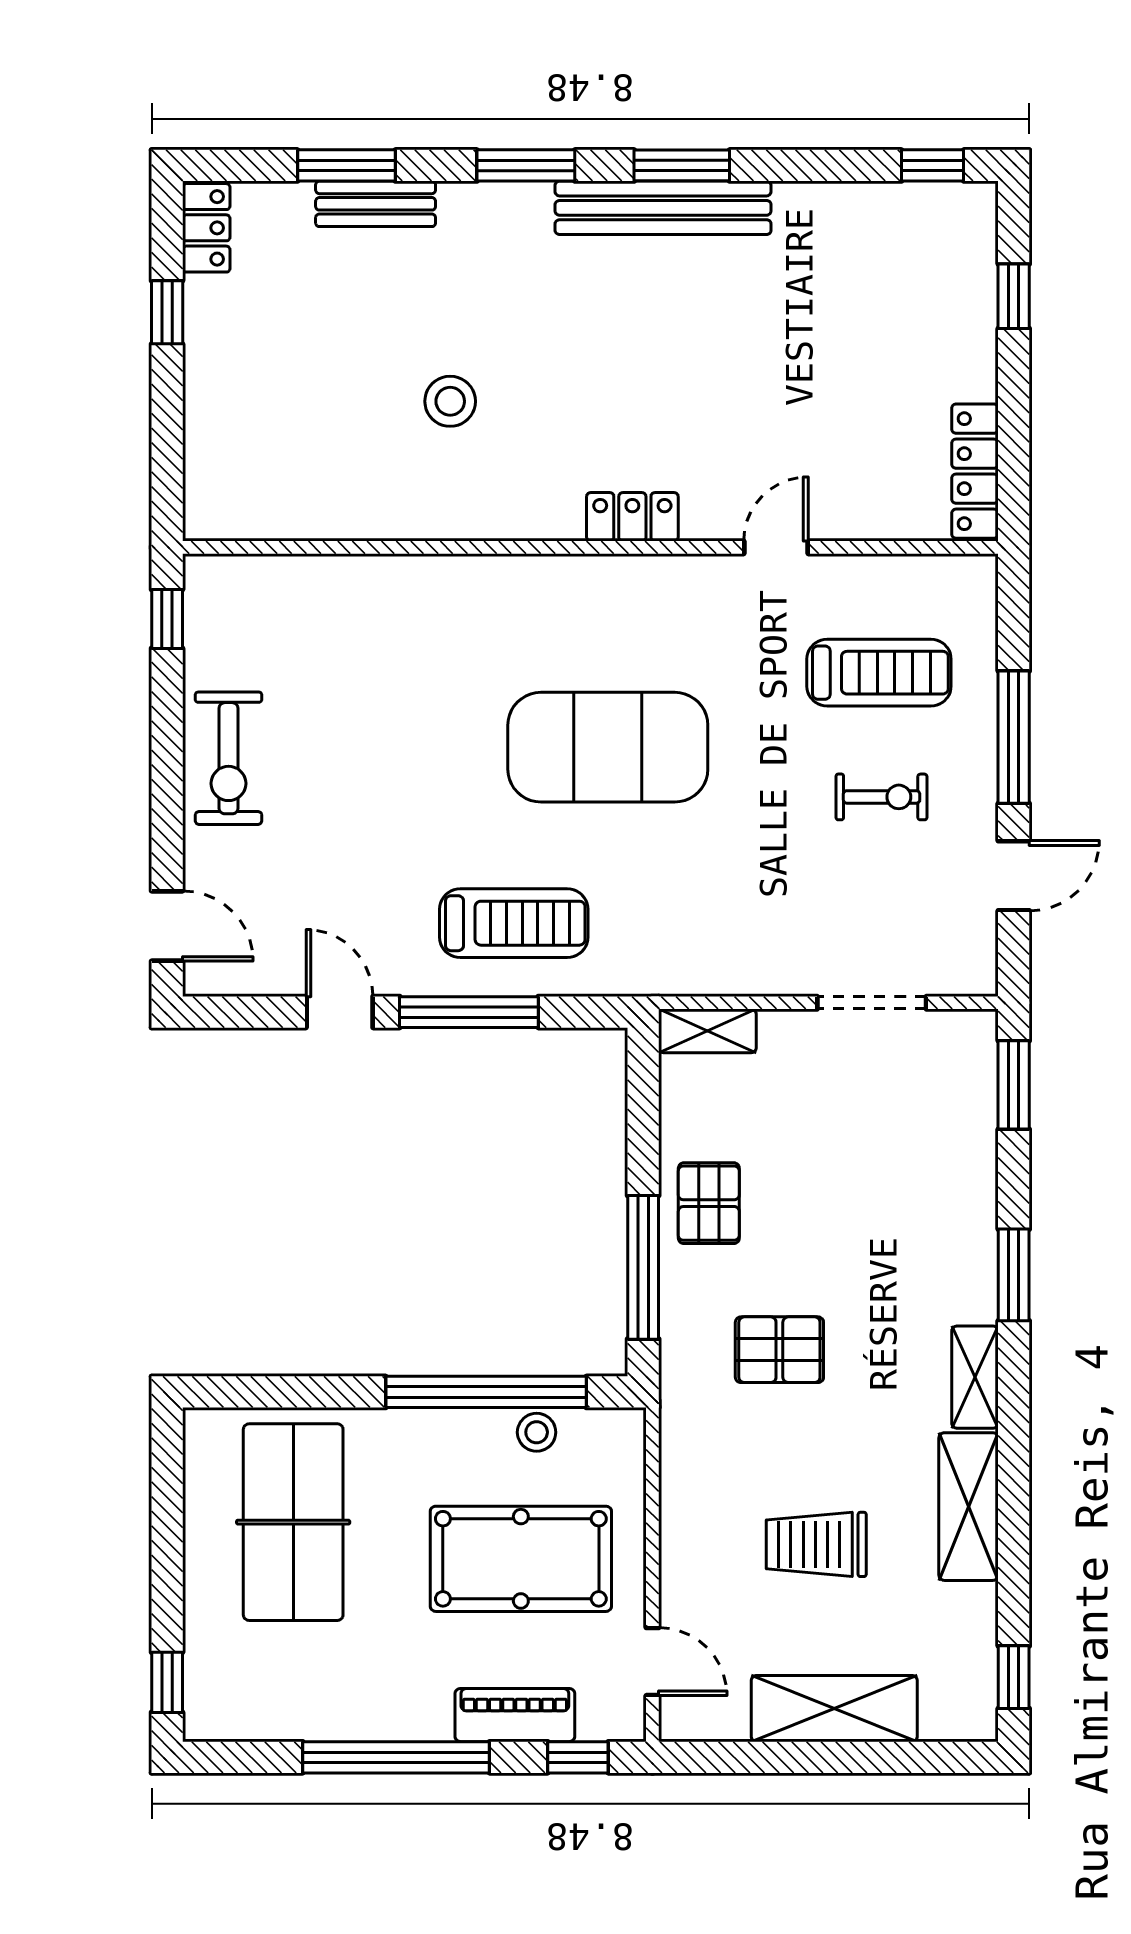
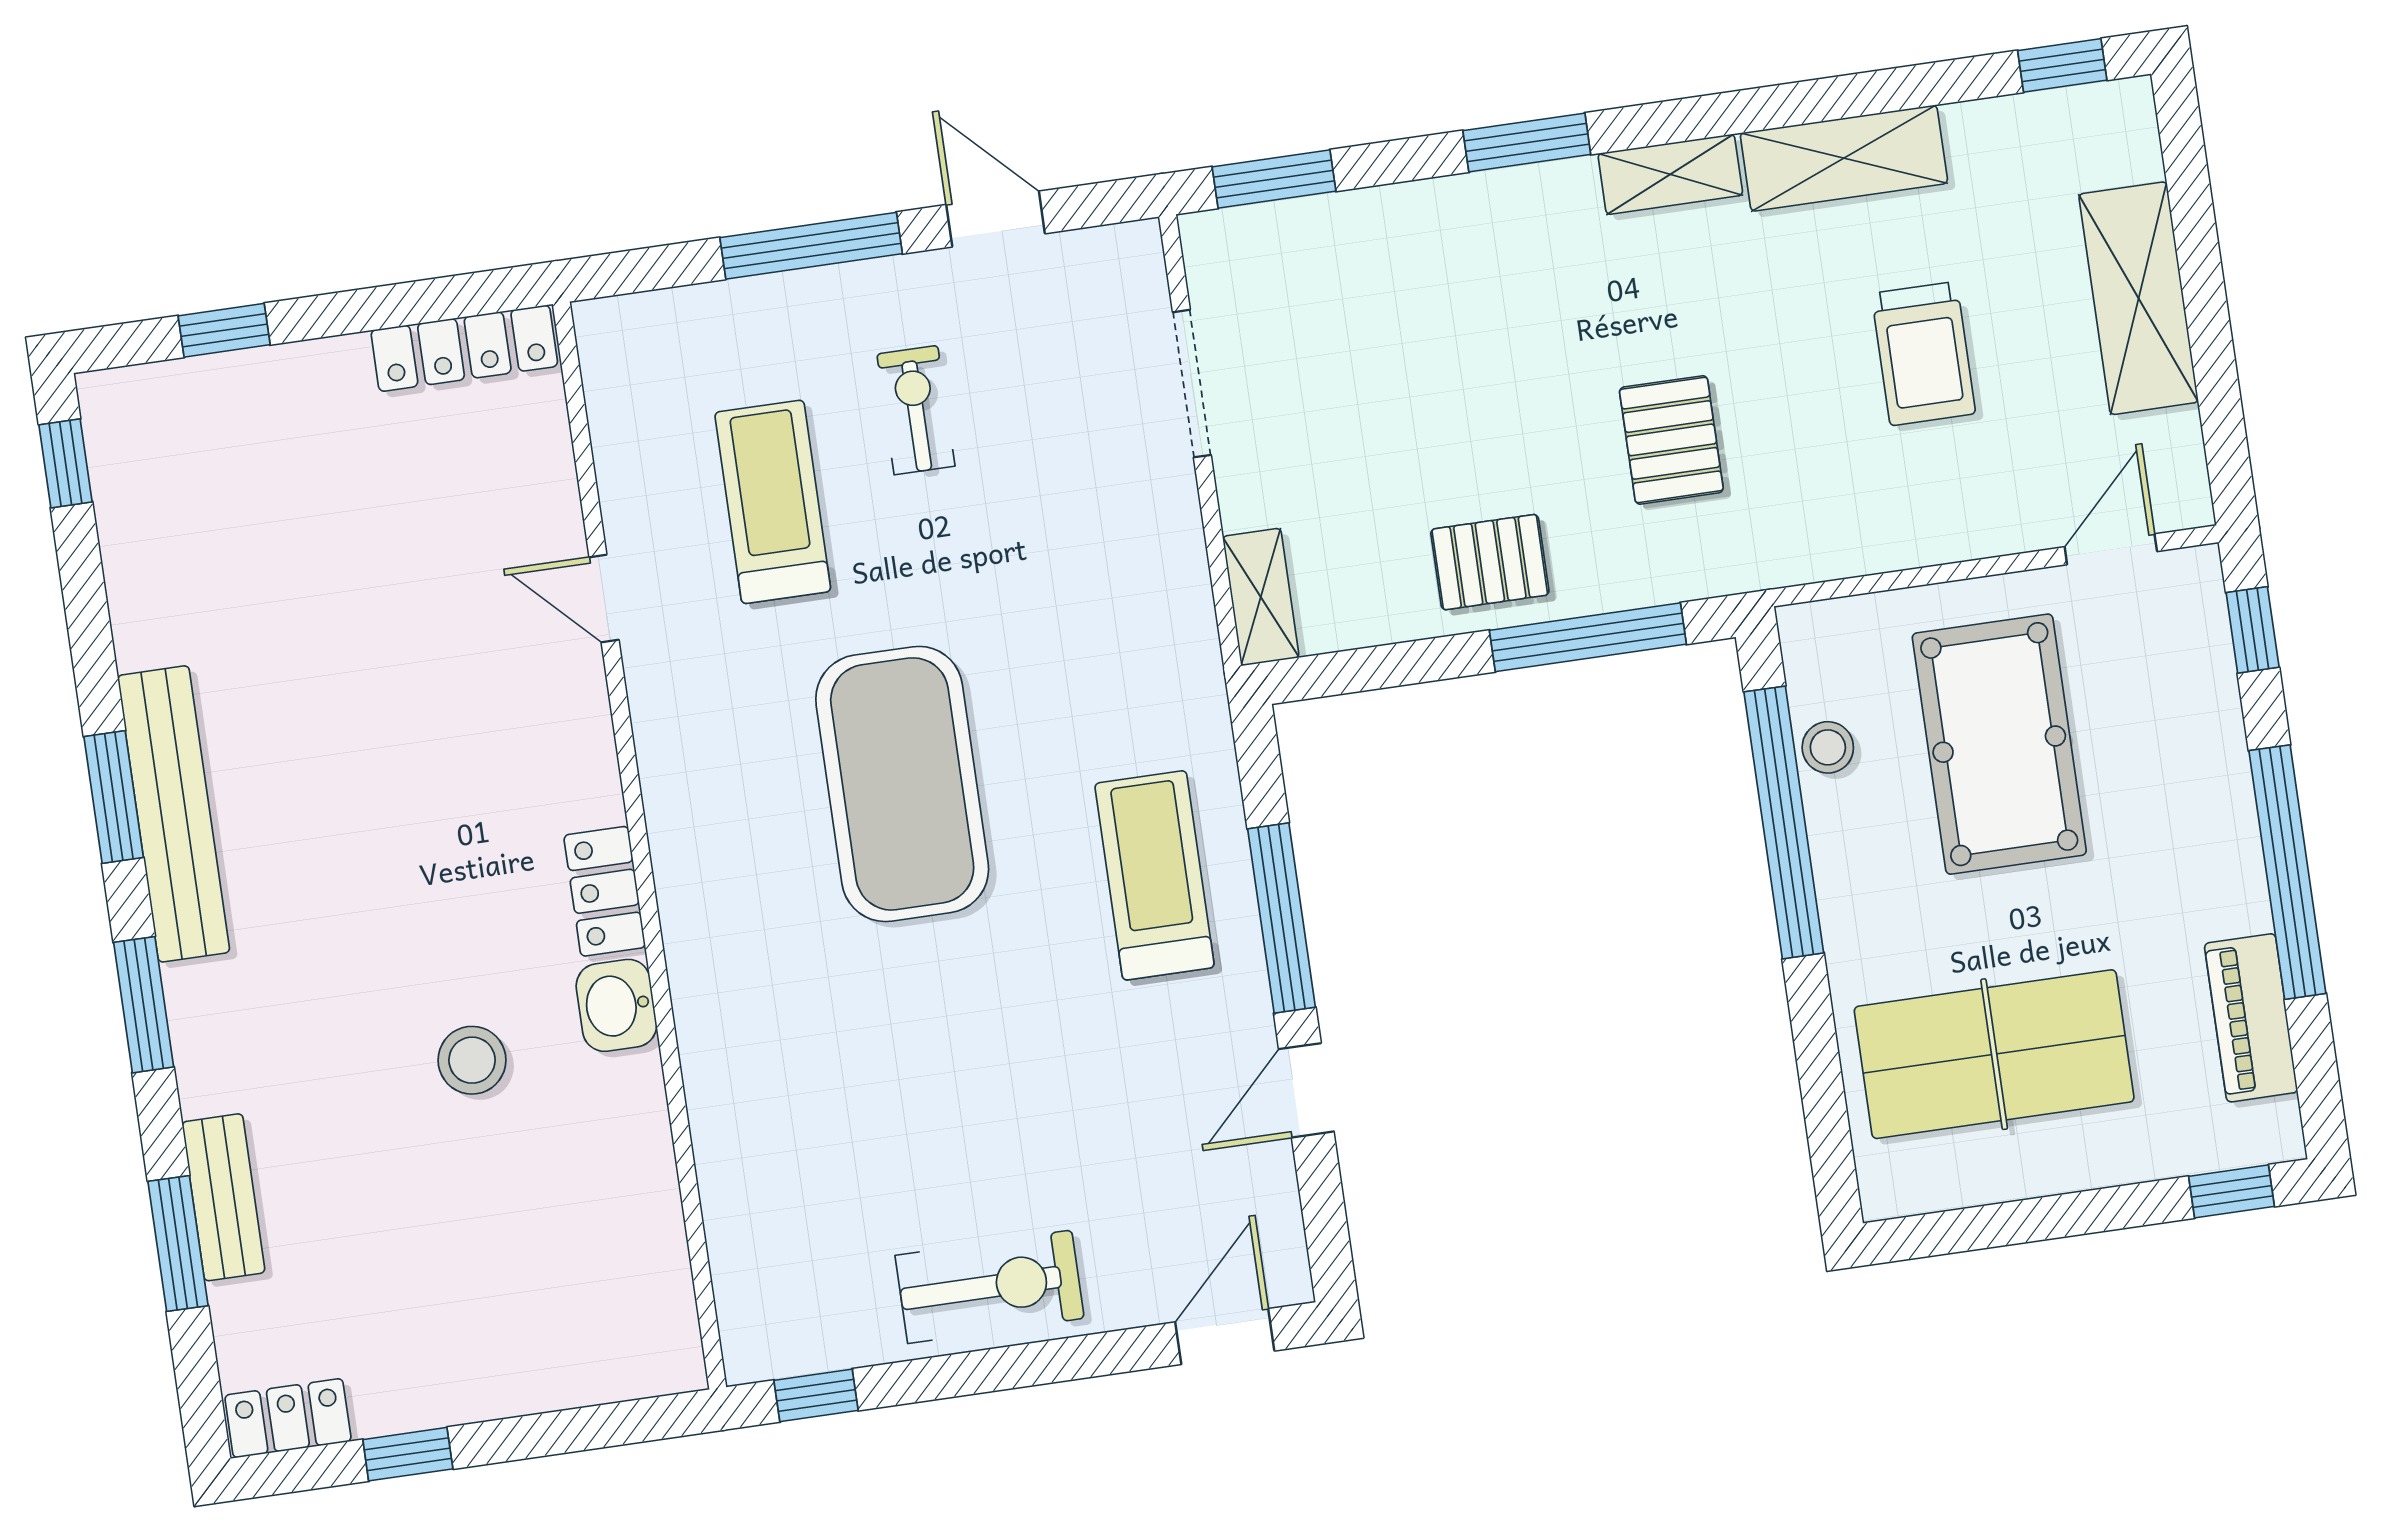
washbasin: (475, 513) -> (616, 1005), added
locker: (632, 517) -> (605, 891), moved
treadmill: (879, 673) -> (773, 502), moved
piano: (515, 1715) -> (2251, 1018), moved

